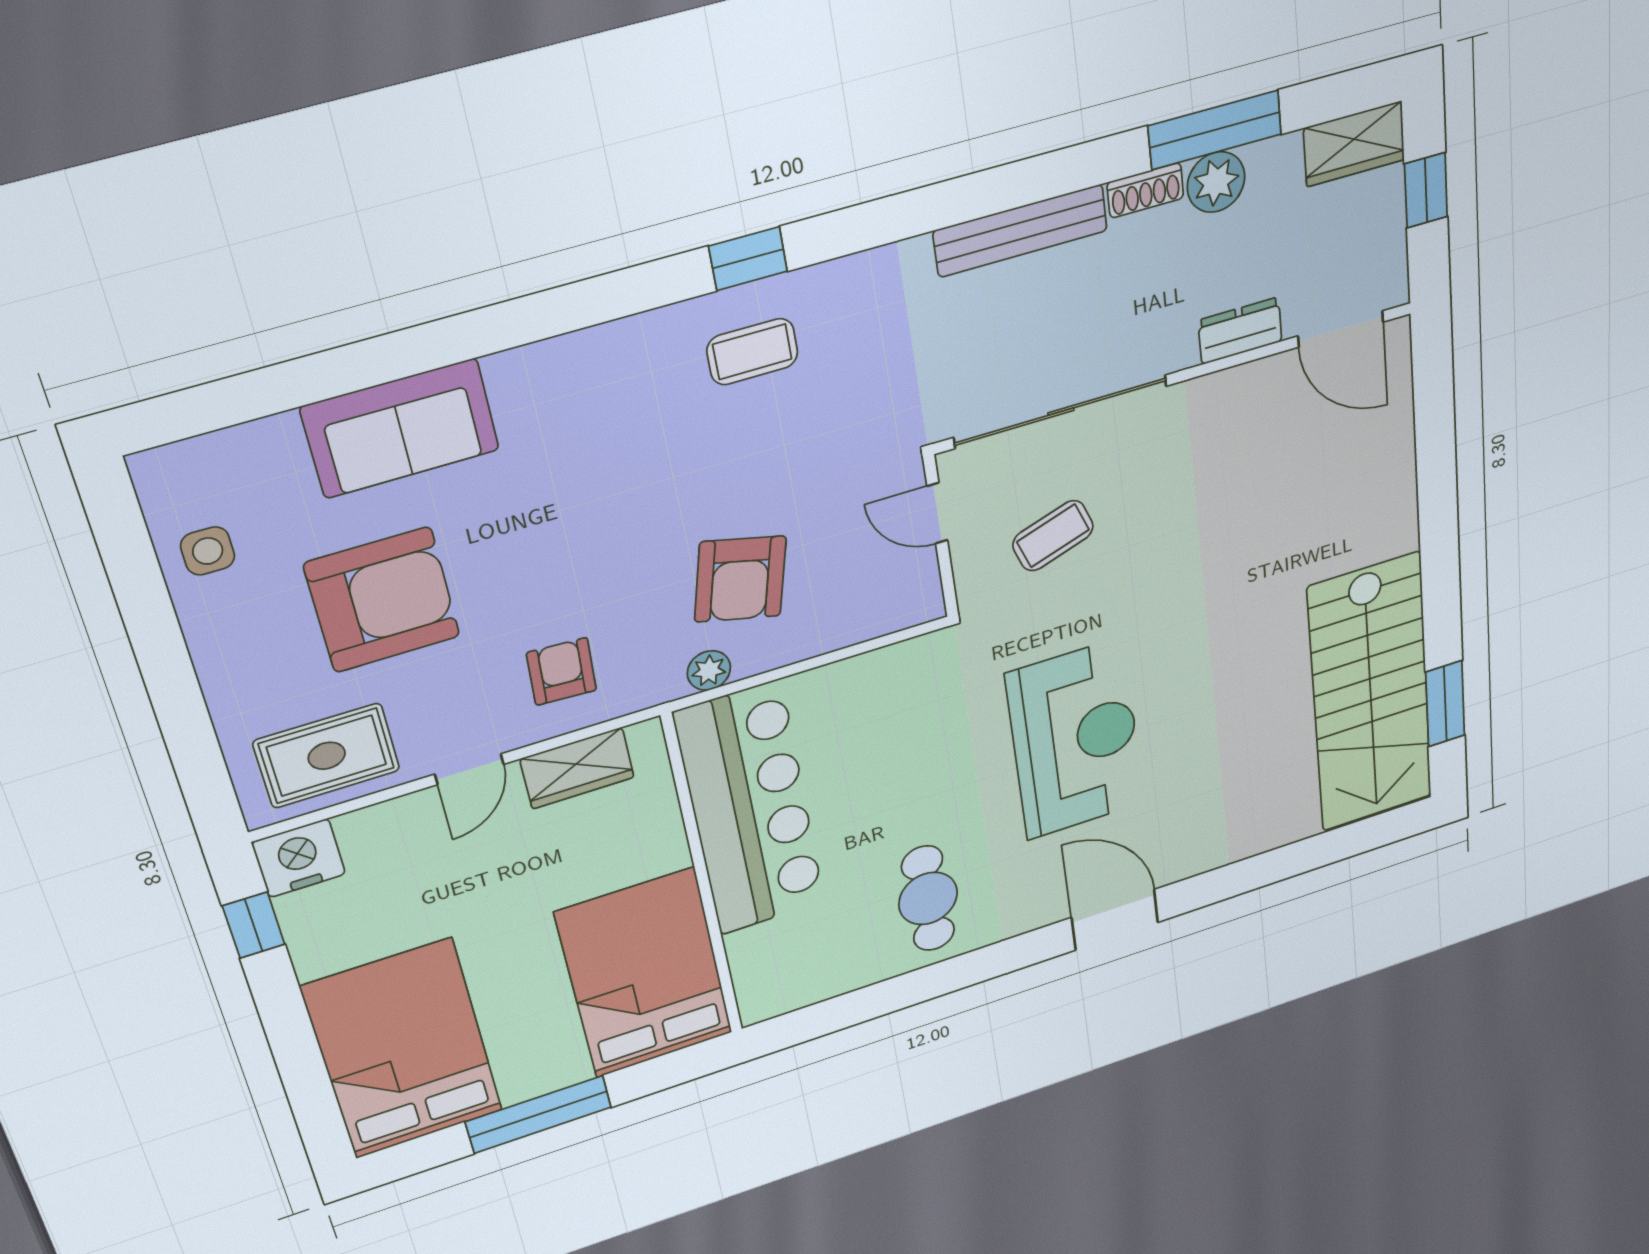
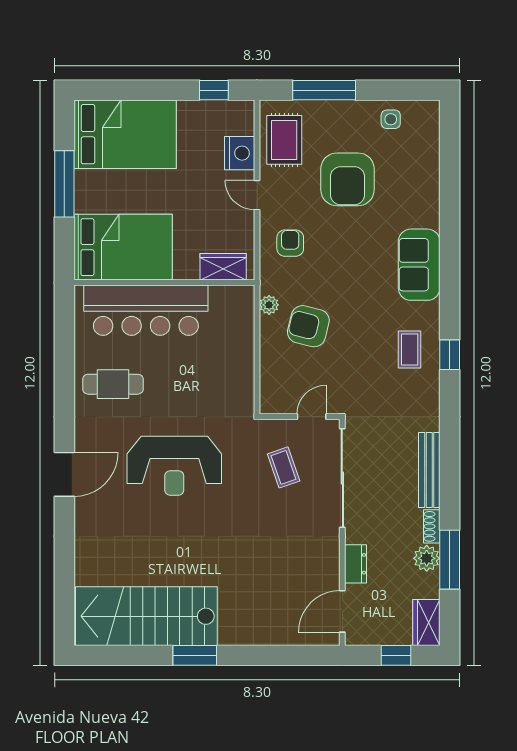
sofa: (400, 429) -> (419, 265), moved
armchair: (562, 671) -> (290, 243), turned -93
window: (1445, 704) -> (195, 655), moved
window: (181, 712) -> (324, 90), added
wardrobe: (577, 768) -> (223, 267), moved, turned 90
bar counter: (750, 809) -> (146, 310), moved
nightstand: (299, 858) -> (240, 153), moved

